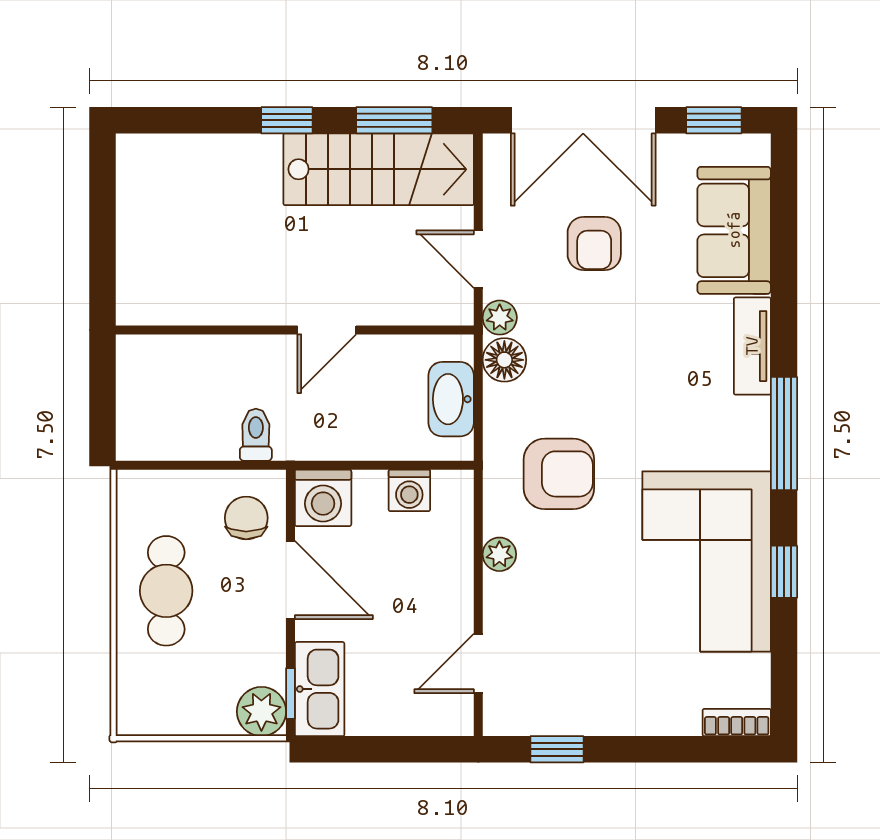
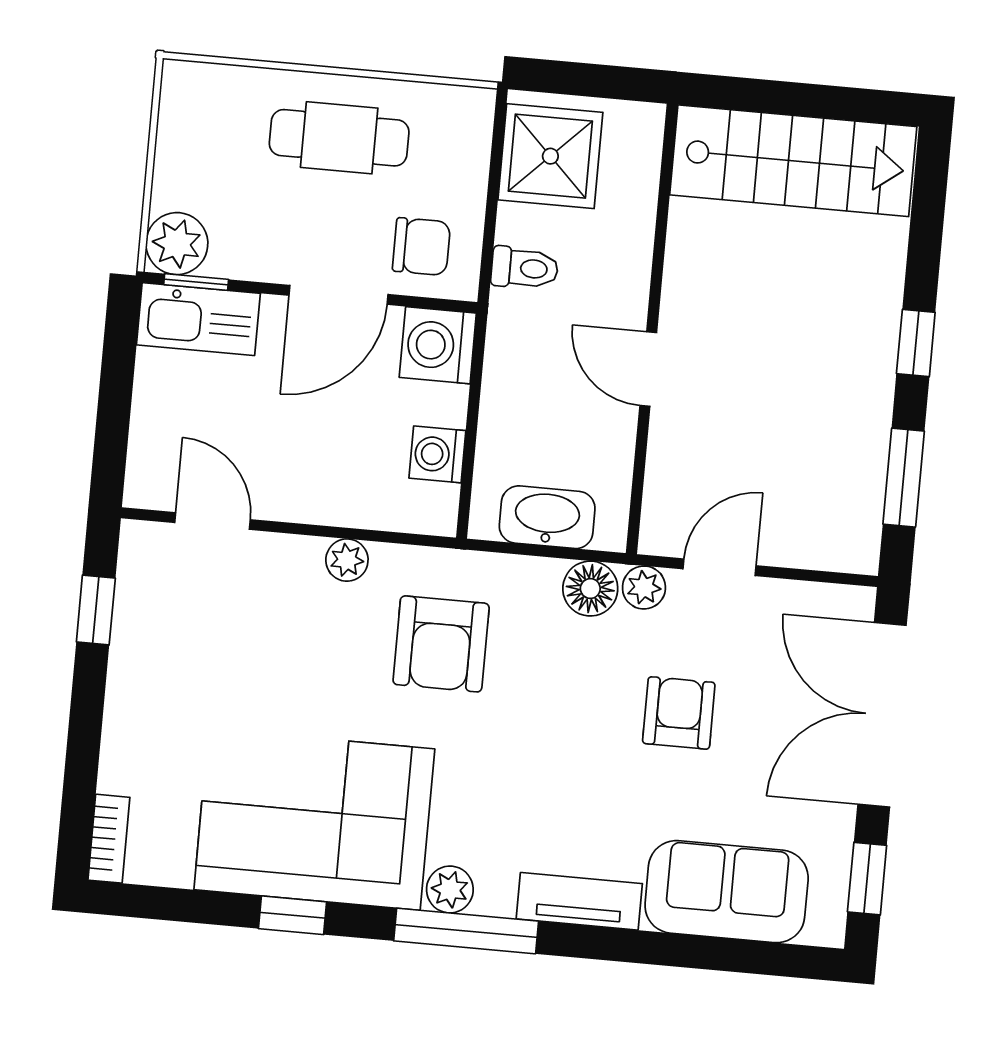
stairs: (379, 169) -> (793, 161), moved, turned -90
armchair: (594, 243) -> (679, 713), moved, turned 90
shower: (165, 423) -> (550, 156), added
plant: (752, 449) -> (450, 889), added

